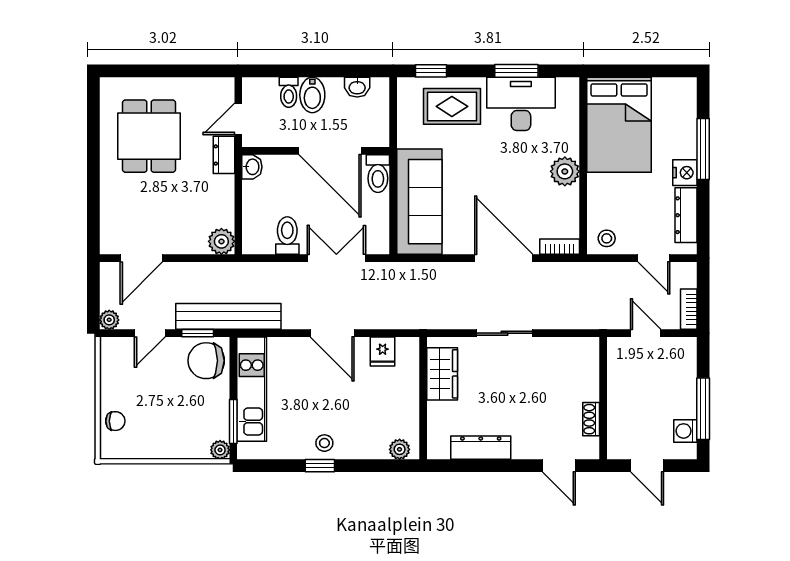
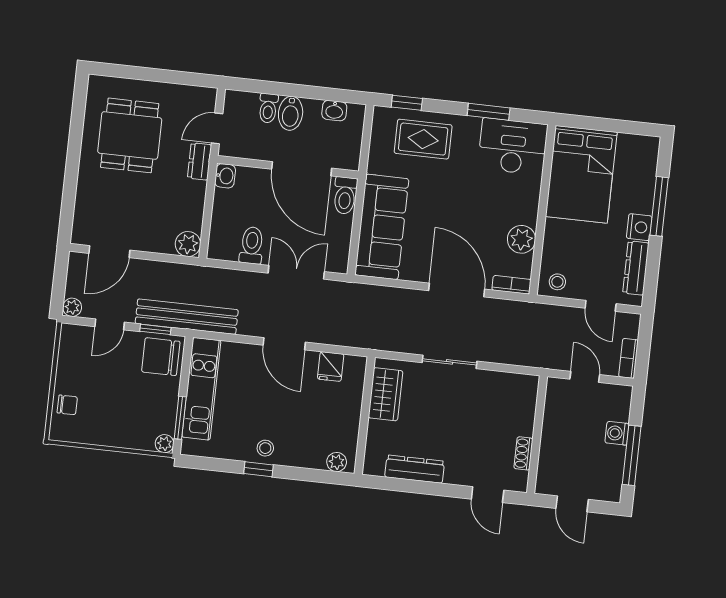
desk: (521, 104) -> (513, 146), moved
plant: (565, 171) -> (521, 239), moved
washing machine: (685, 431) -> (617, 433), moved

